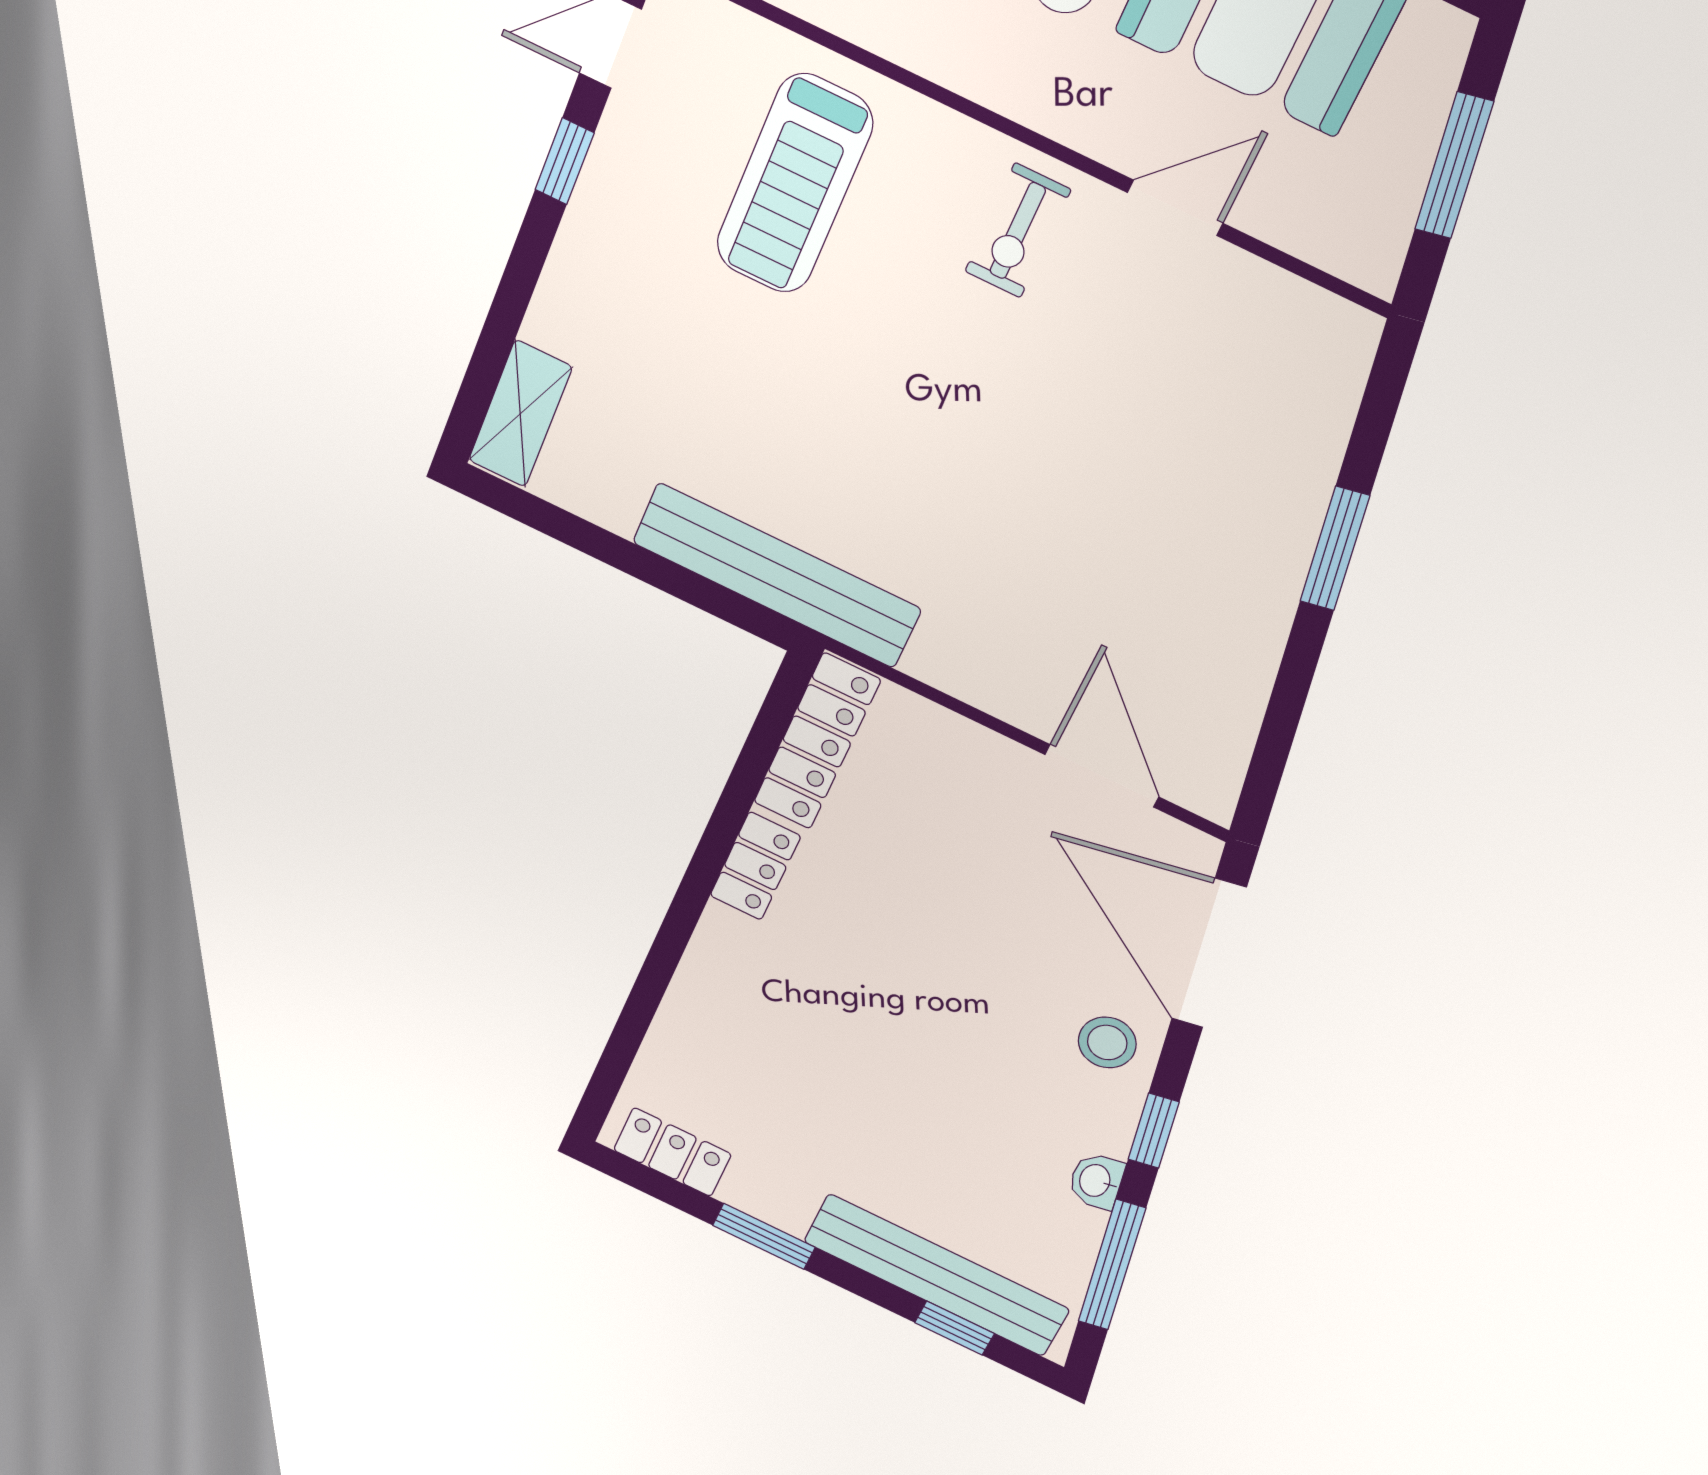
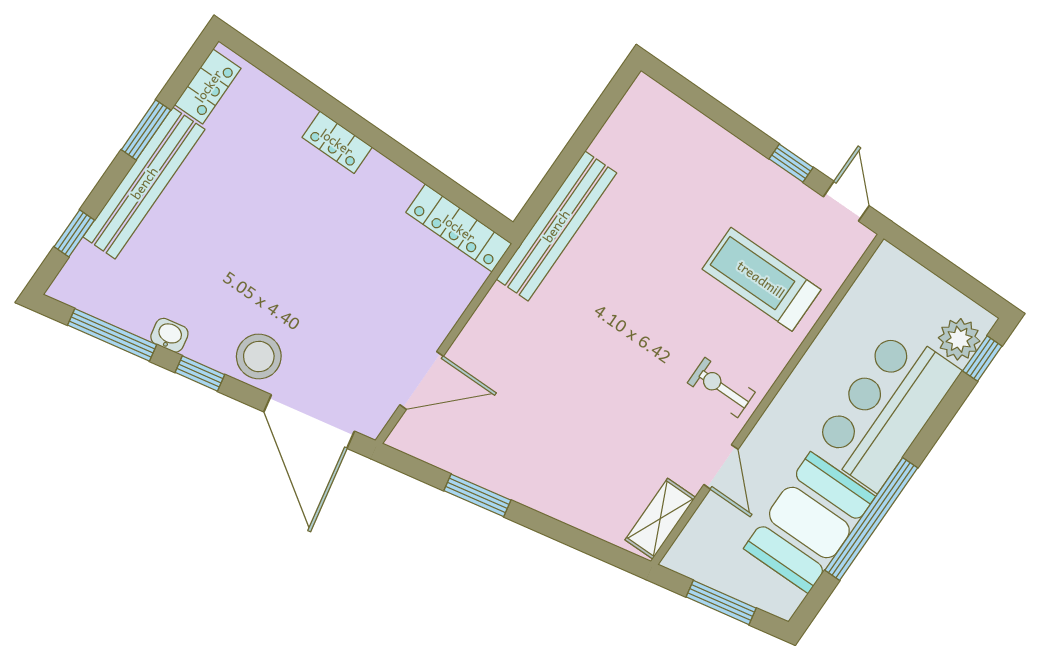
shelving: (520, 414) -> (660, 519), moved, turned 90
window: (1335, 549) -> (477, 495), moved
locker: (755, 866) -> (337, 142), moved
door: (1209, 954) -> (309, 422), swing flipped
stool: (1107, 1042) -> (259, 356), width x1.38, depth x1.38
bench: (936, 1275) -> (144, 183), moved

